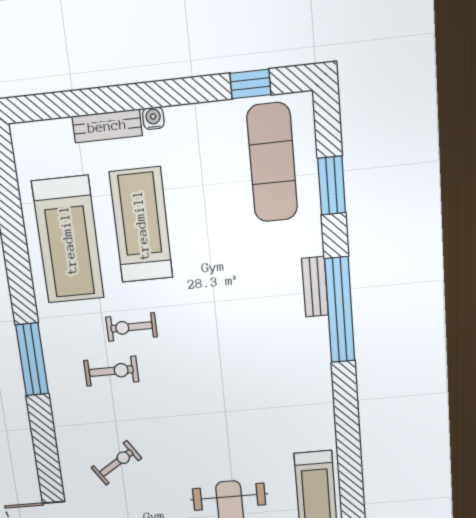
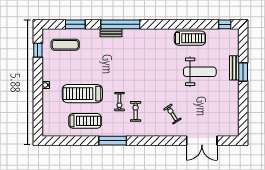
bench: (107, 126) -> (47, 102), removed
exercise mat: (272, 163) -> (65, 45), width x0.73, depth x0.69
treadmill: (68, 240) -> (85, 121), width x0.73, depth x0.73
window: (32, 359) -> (113, 141), moved

